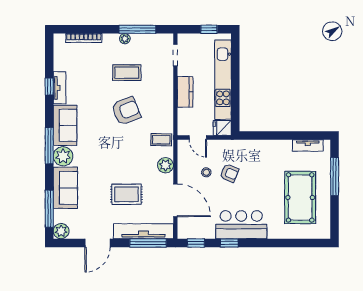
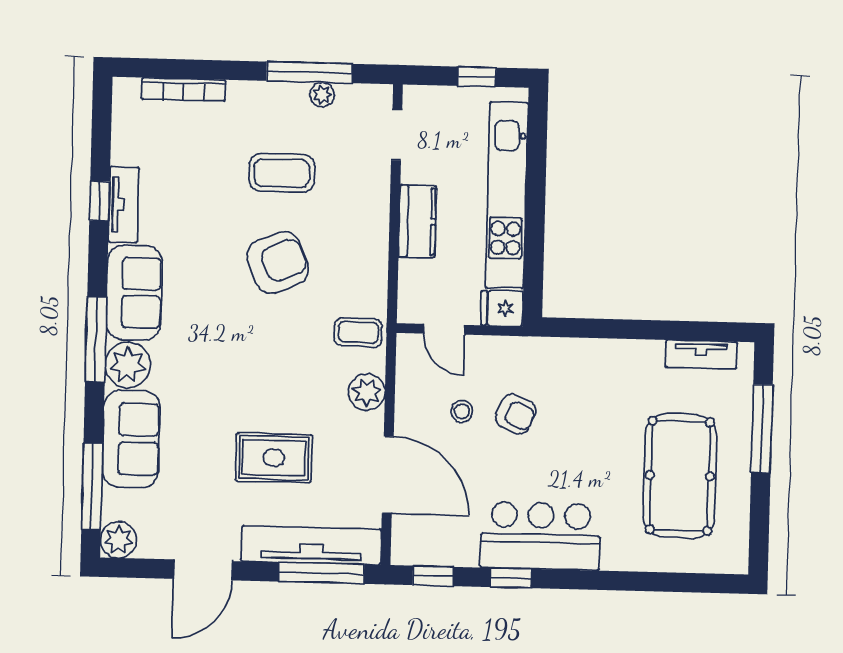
plant: (125, 39) -> (322, 95), moved

